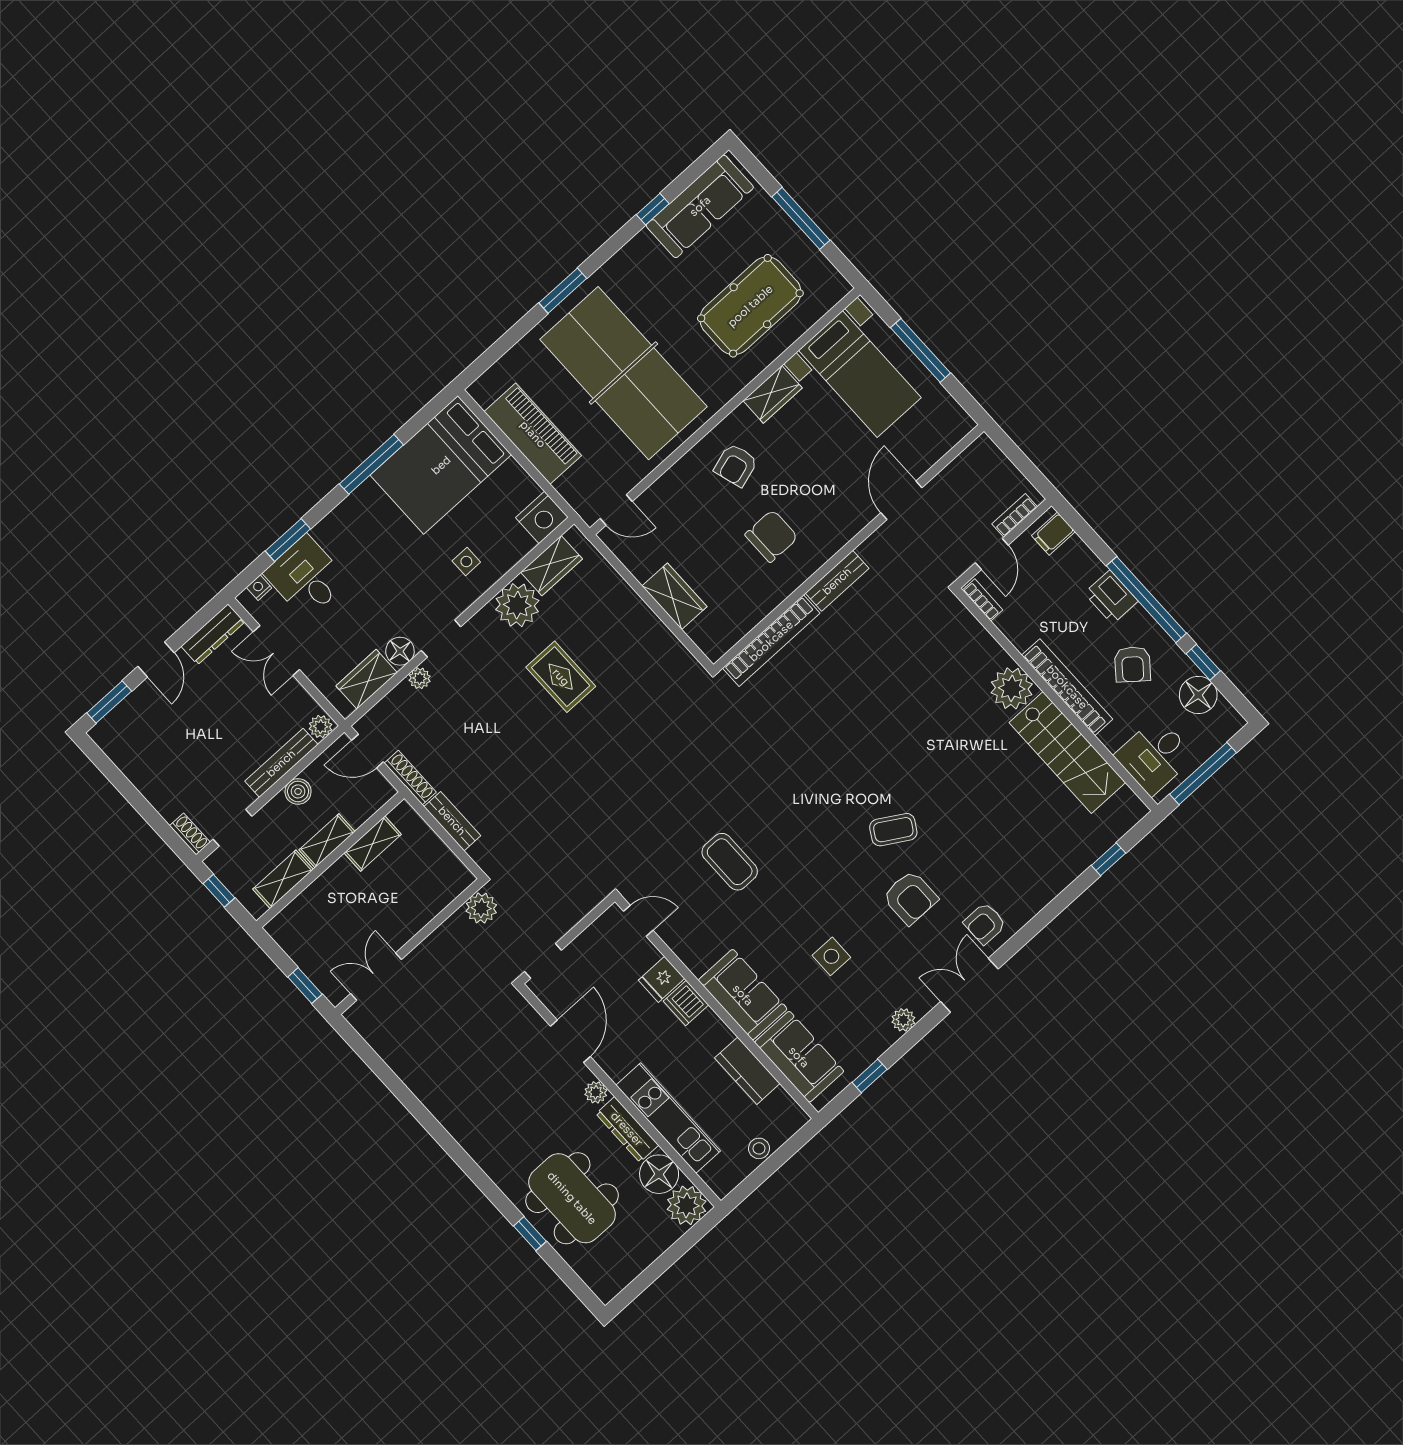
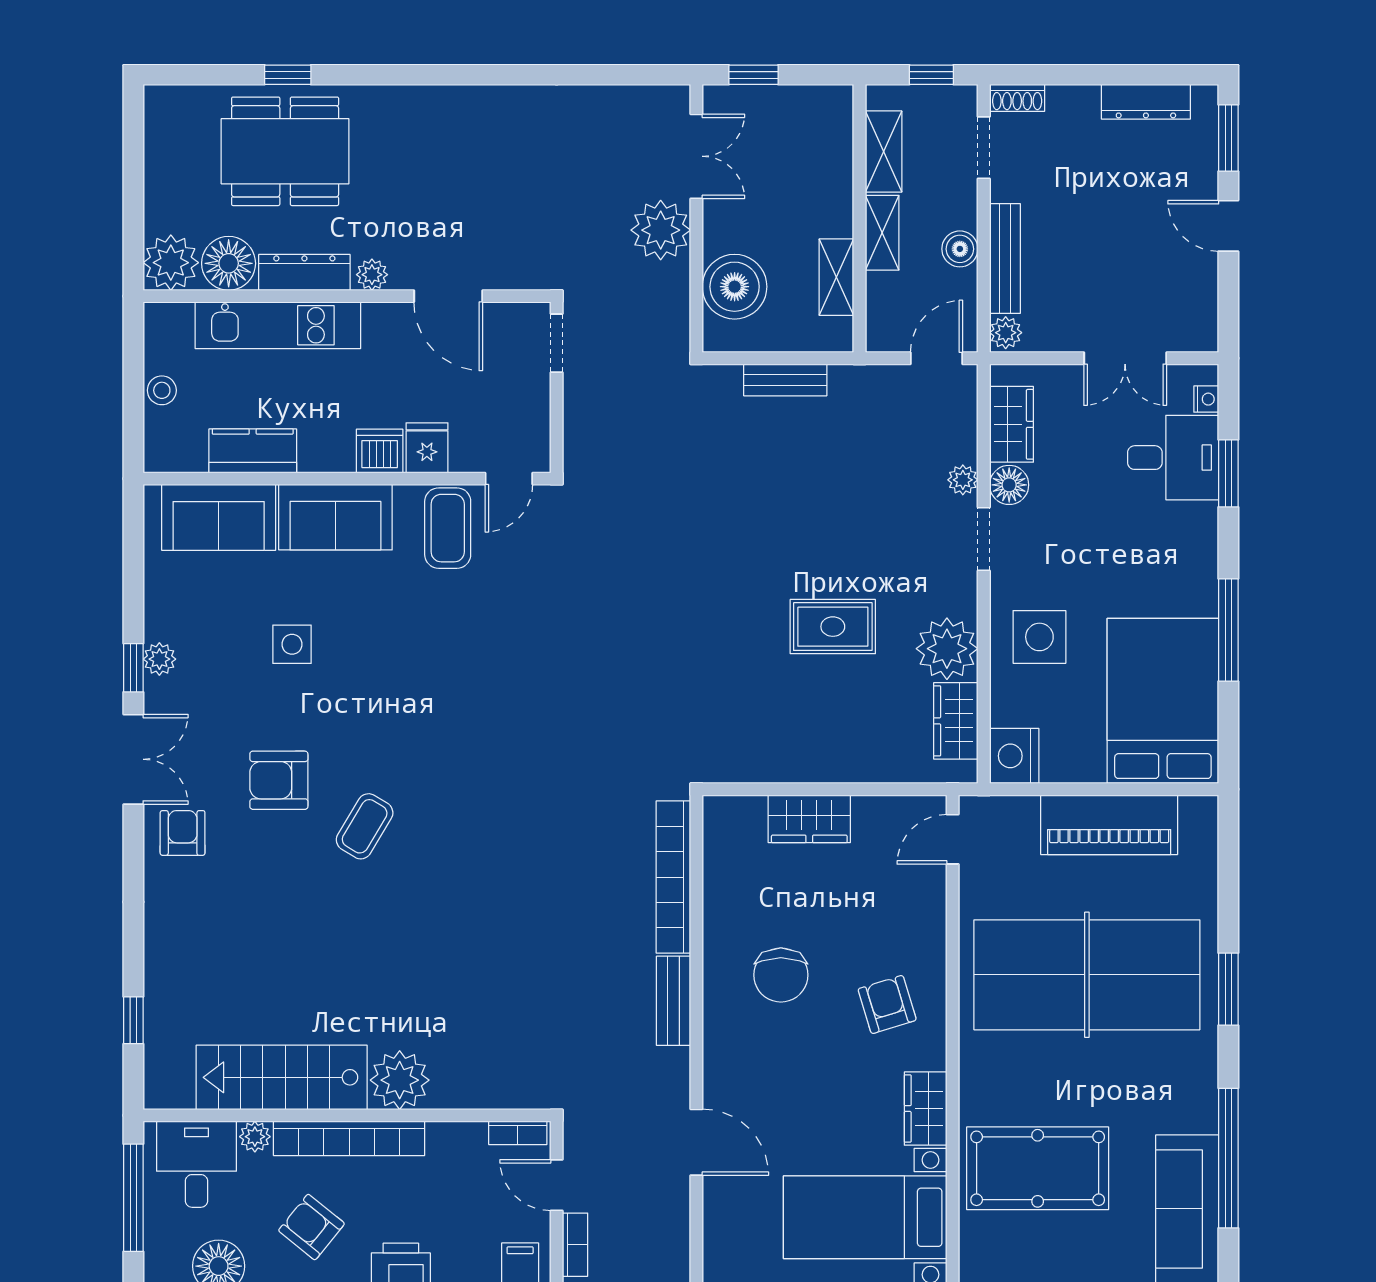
window: (653, 209) -> (1228, 1158), width x3.17
pool table: (750, 306) -> (1038, 1168), turned 90
side table: (466, 562) -> (1039, 637), width x1.87, depth x1.87
dresser: (213, 634) -> (1146, 102), moved, turned -90
double door: (276, 651) -> (1125, 358), swing flipped
plant: (1112, 738) -> (255, 1137), added
shoe rack: (410, 778) -> (869, 377), removed
coffee table: (730, 862) -> (448, 528), moved, turned 90
boiler: (427, 893) -> (735, 287), added
plant: (481, 908) -> (661, 230), moved, width x1.36, depth x1.36
window: (870, 1076) -> (133, 668), moved

